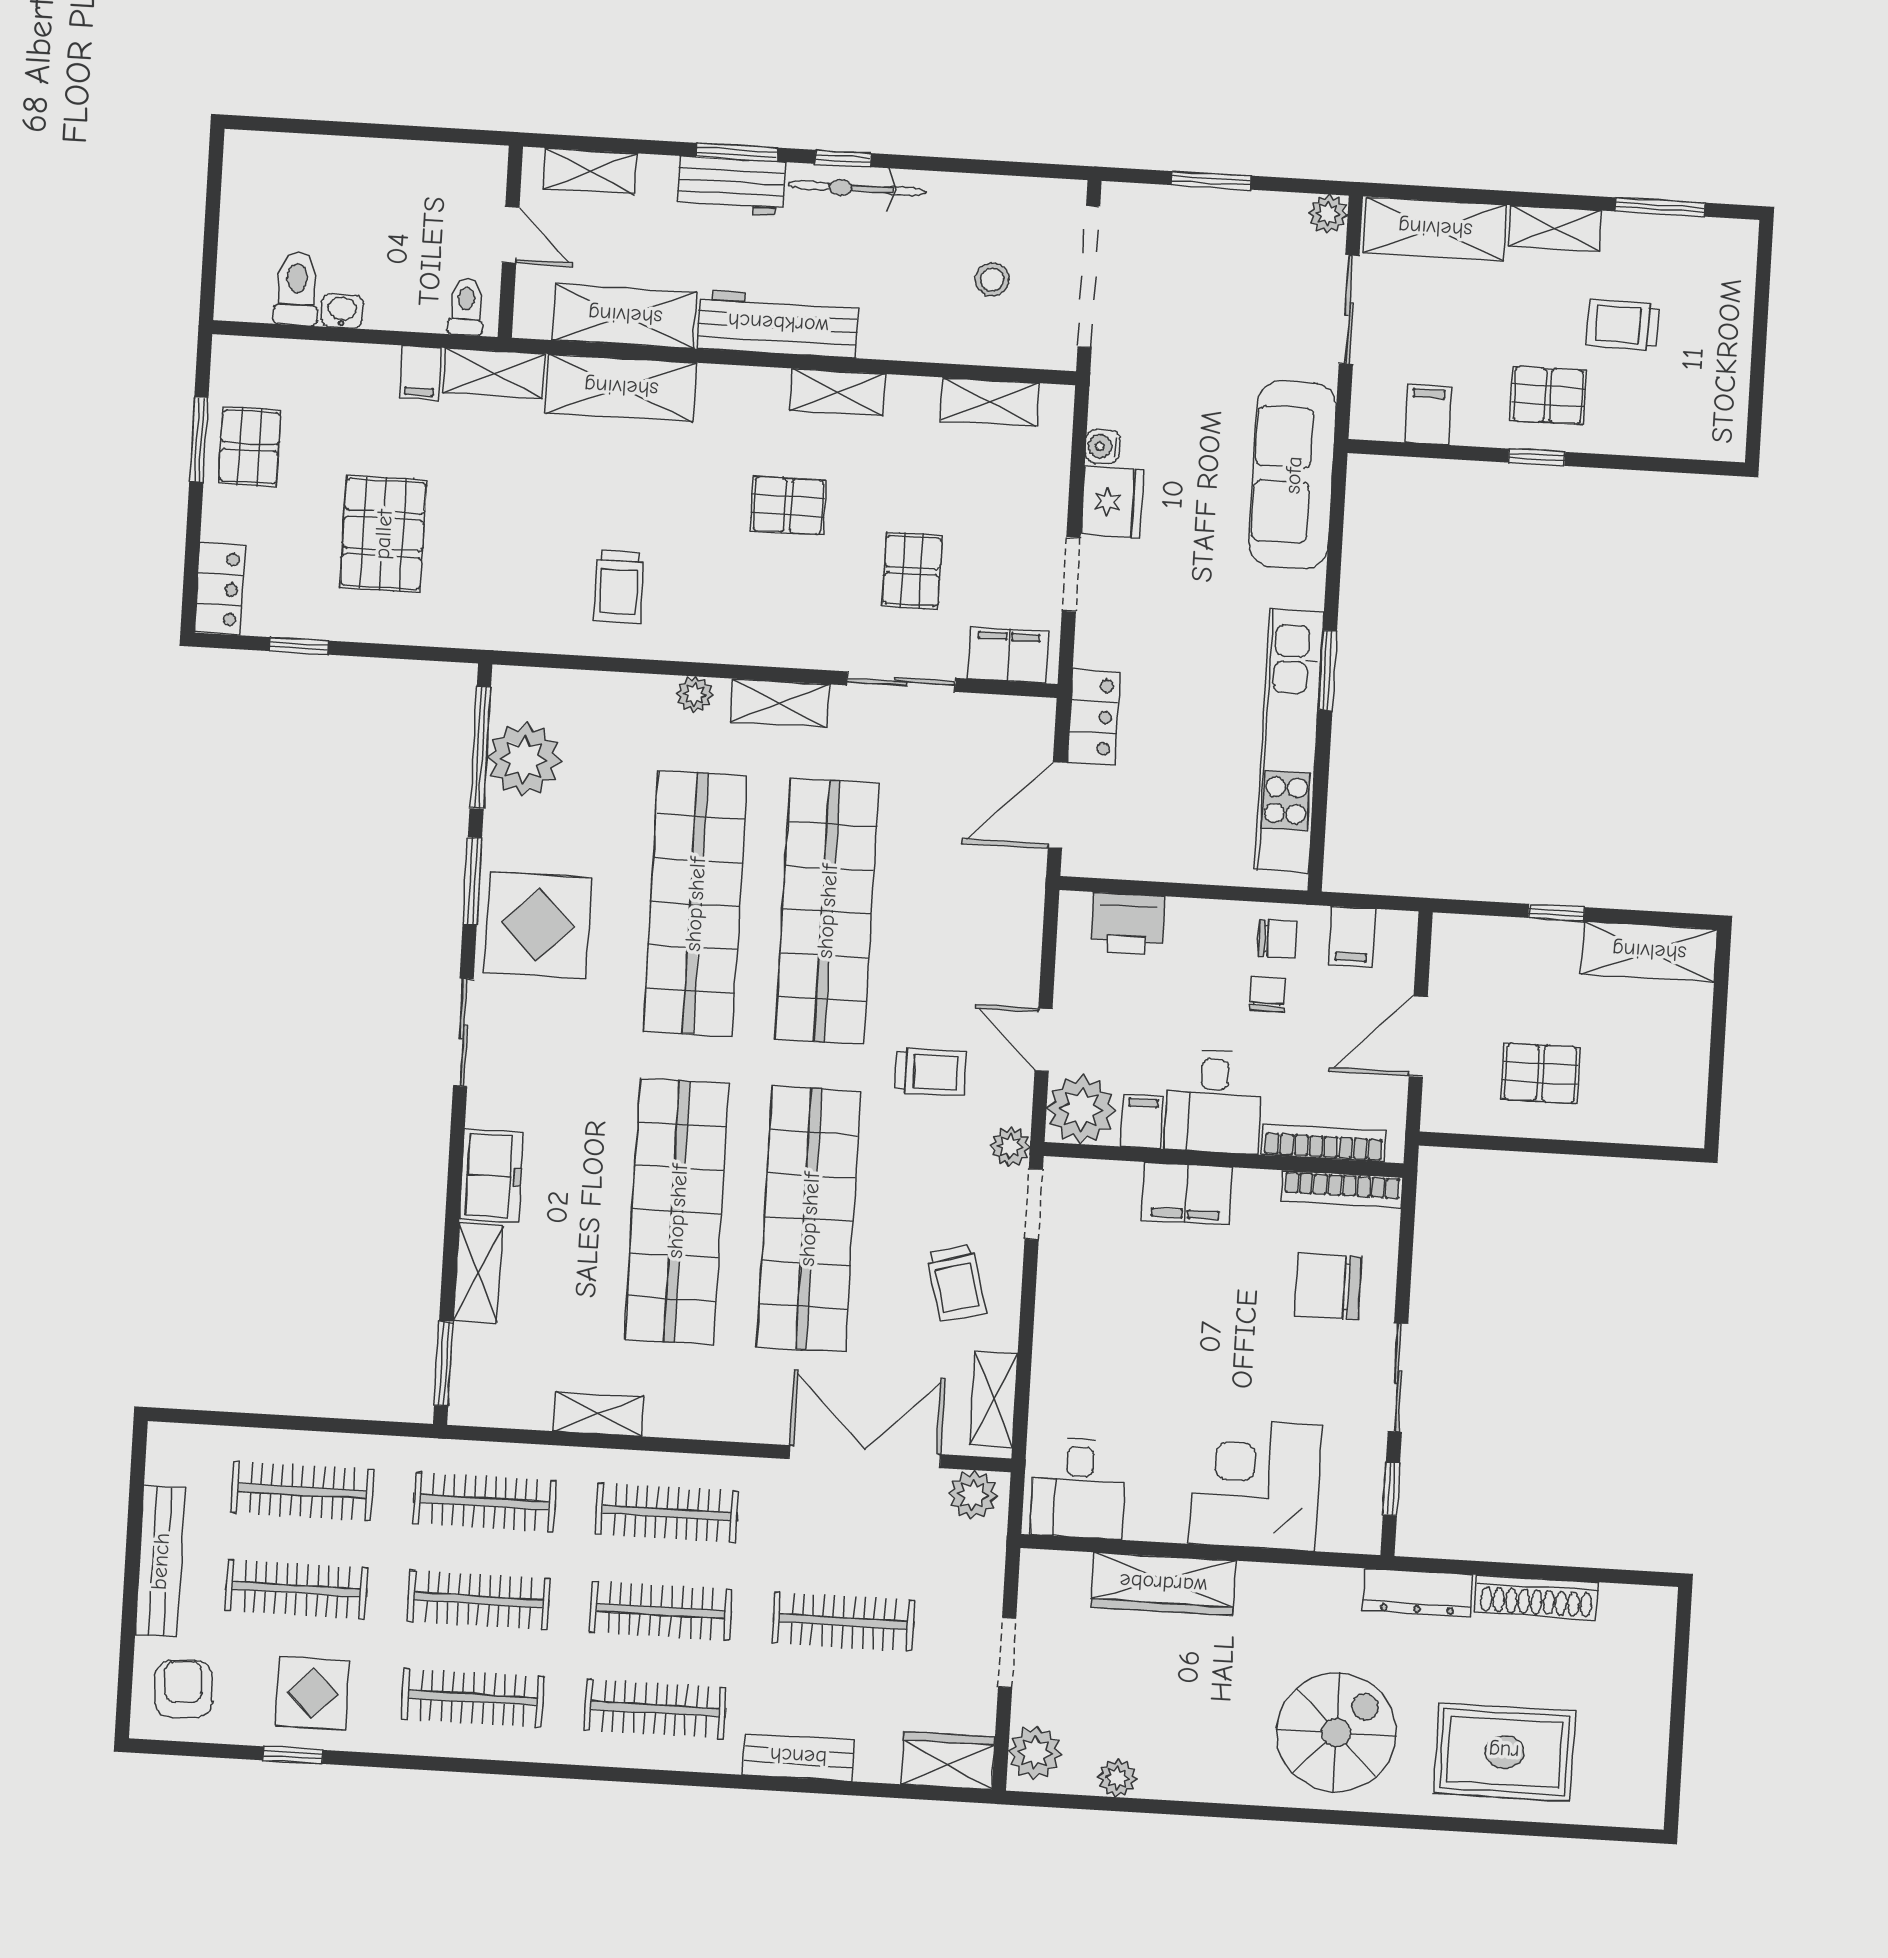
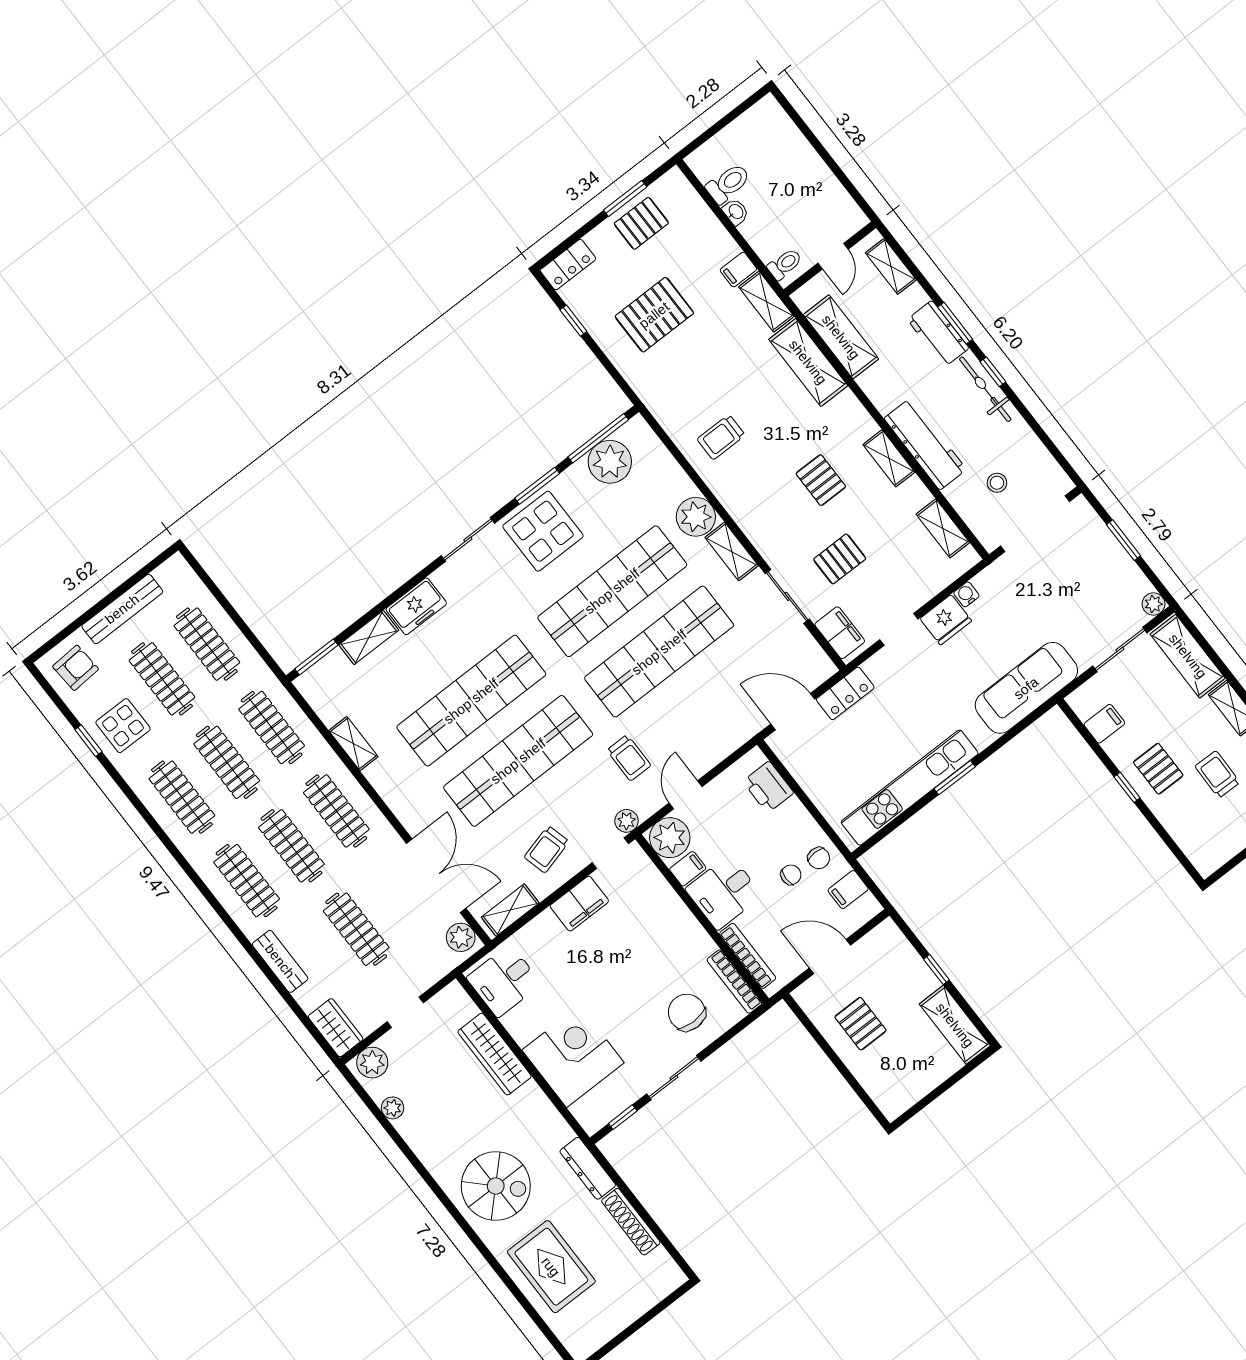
workbench: (778, 324) -> (925, 444), moved
plant: (695, 694) -> (696, 517), width x1.88, depth x1.88
filing cabinet: (1186, 1194) -> (579, 904), moved, turned -90

